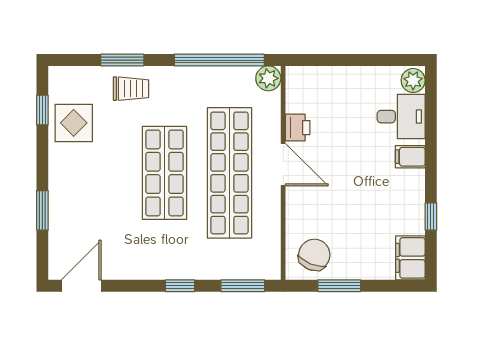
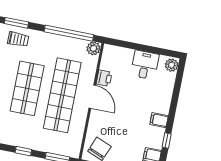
desk: (401, 117) -> (145, 65), moved, turned -90
filing cabinet: (410, 157) -> (159, 120), moved

